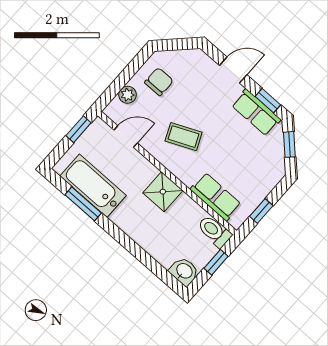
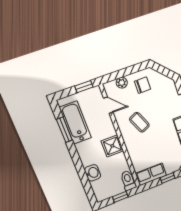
row of seats: (216, 197) -> (151, 174), moved, turned -90
window: (261, 211) -> (168, 178), moved
washbasin: (184, 271) -> (93, 173), moved

